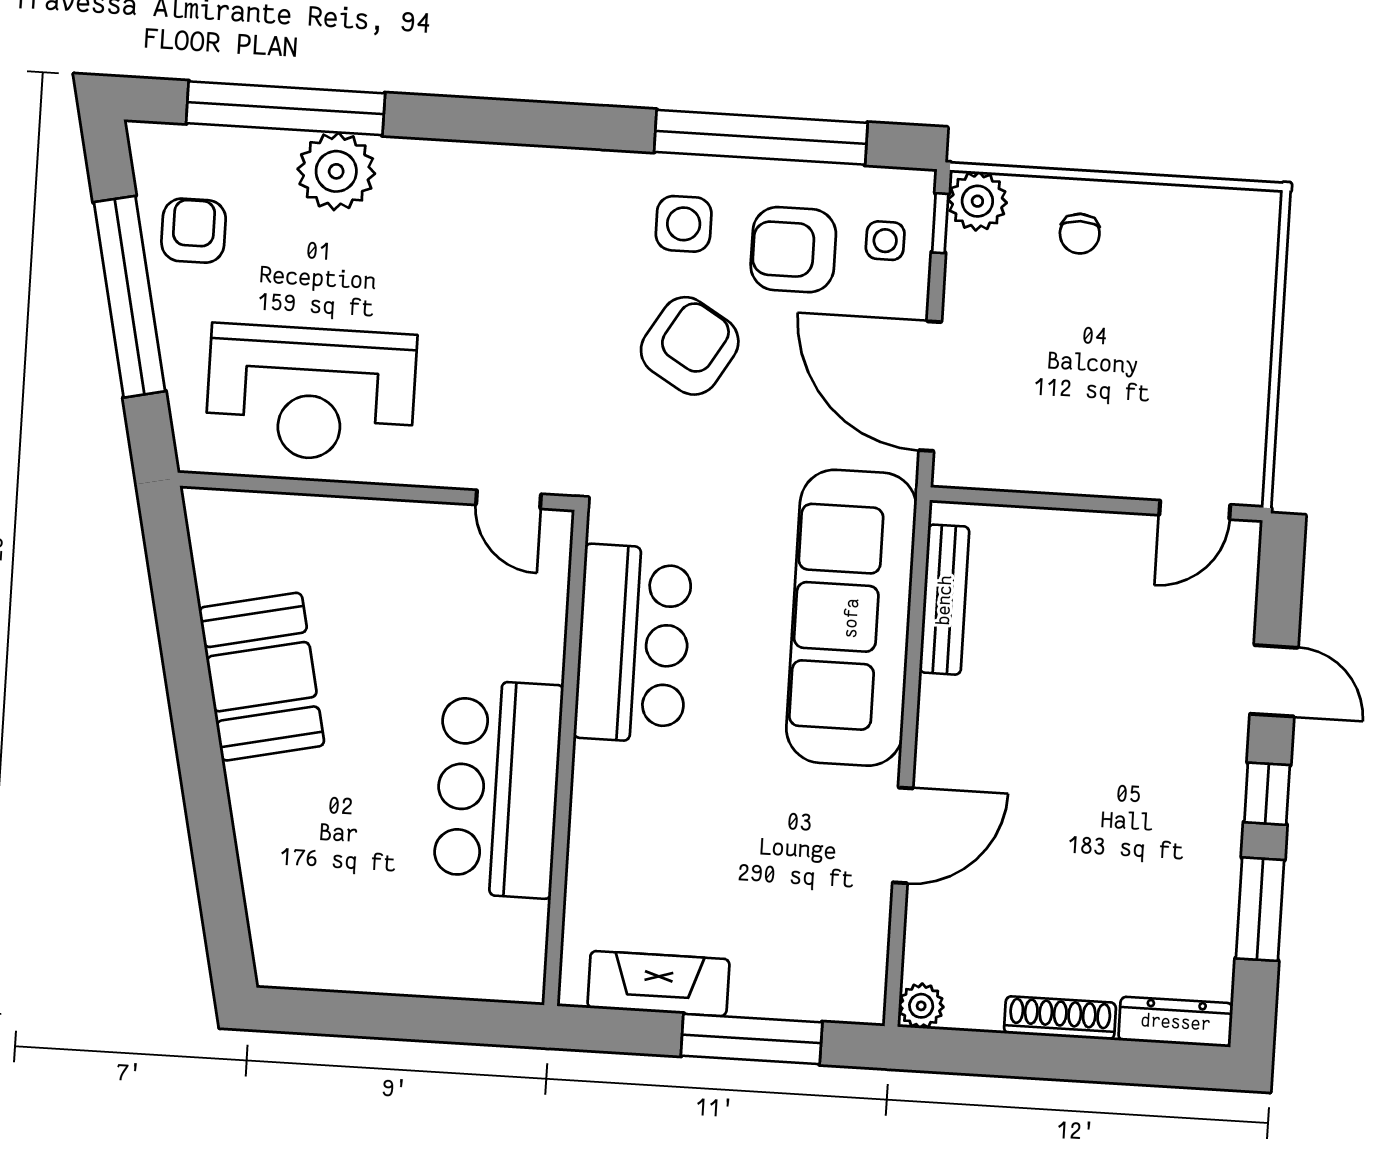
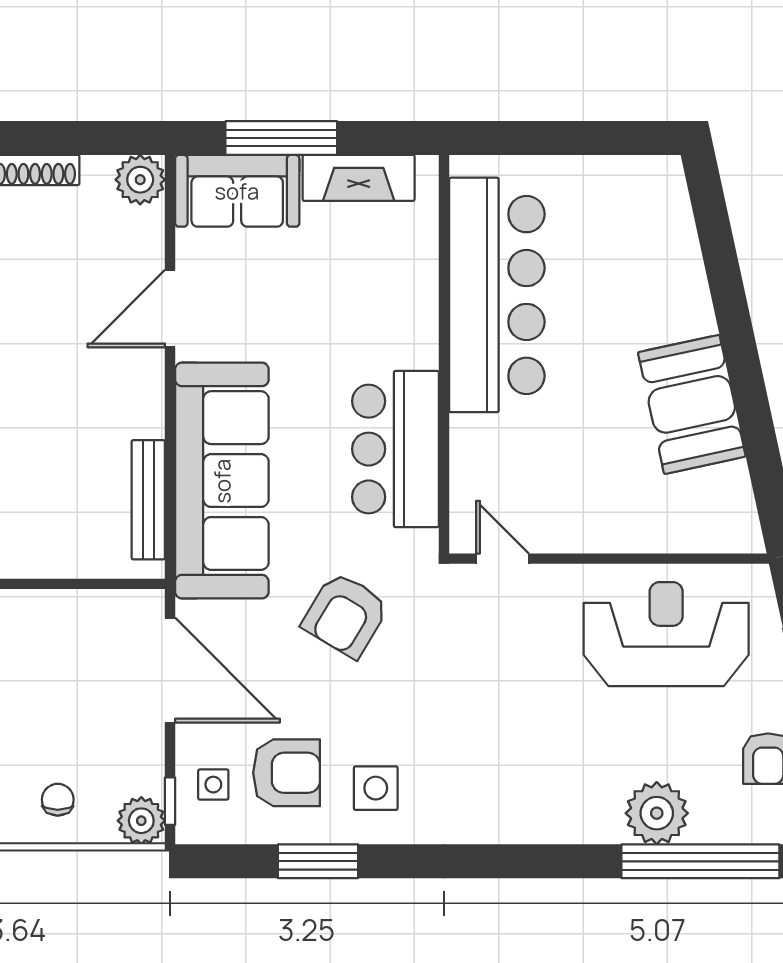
window: (761, 137) -> (318, 861), width x0.47
armchair: (690, 346) -> (346, 615), moved
bar counter: (498, 789) -> (497, 295), width x1.36
sofa: (810, 977) -> (237, 191), added
plant: (921, 1006) -> (140, 180), width x1.38, depth x1.38

